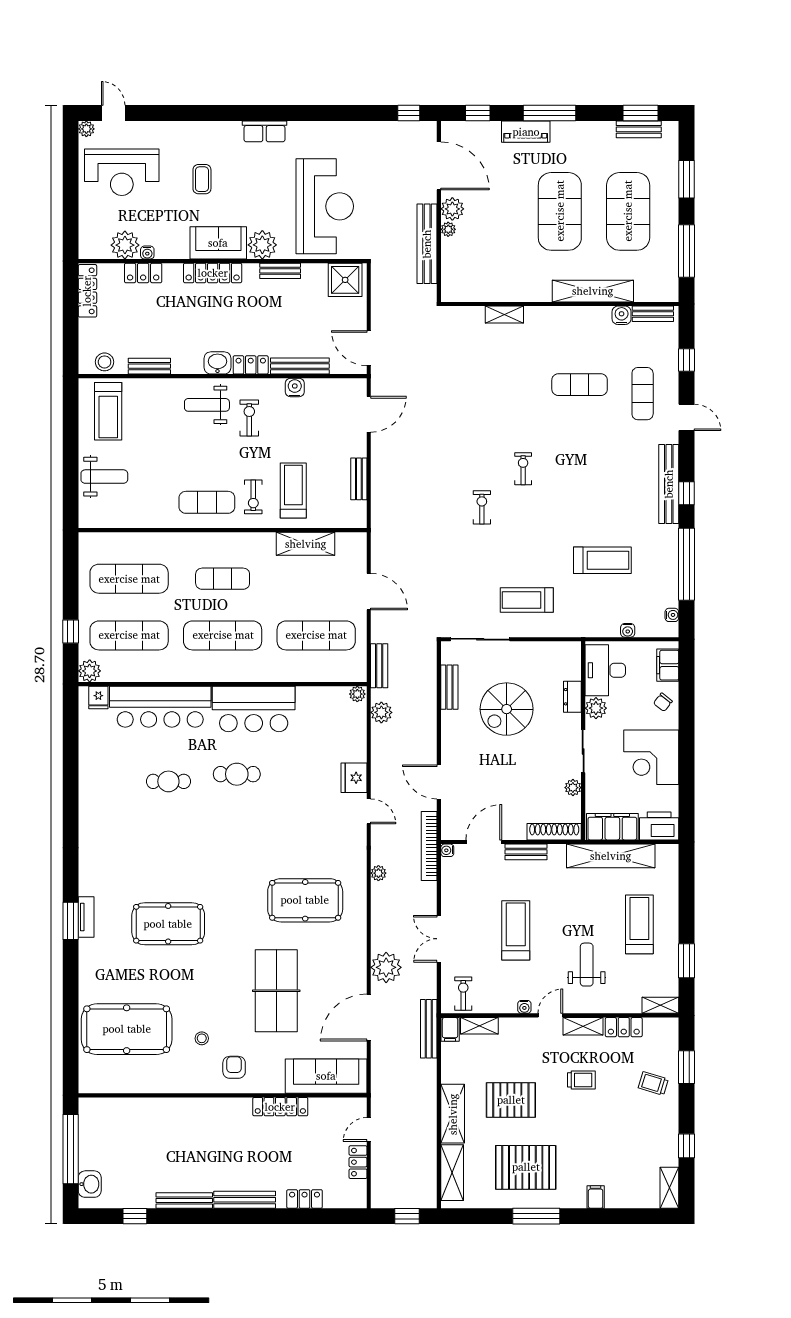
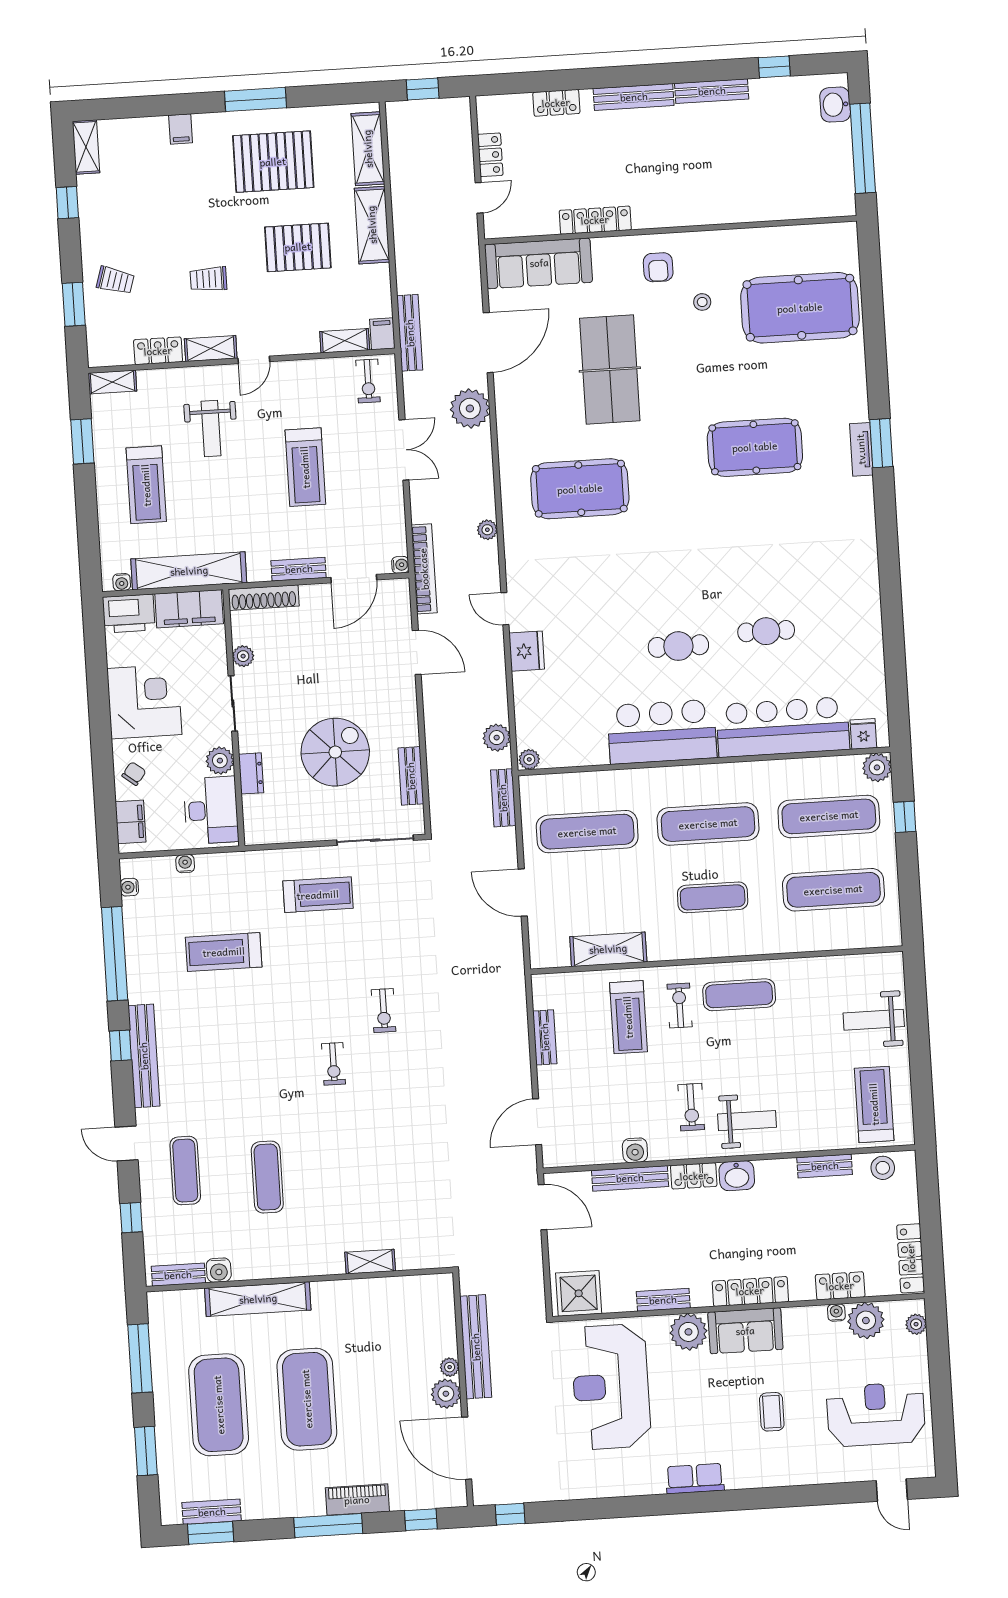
plant: (86, 129) -> (916, 1324), moved
exercise mat: (580, 385) -> (267, 1177), turned 90
water cooler: (524, 1007) -> (122, 582), moved, turned 180

